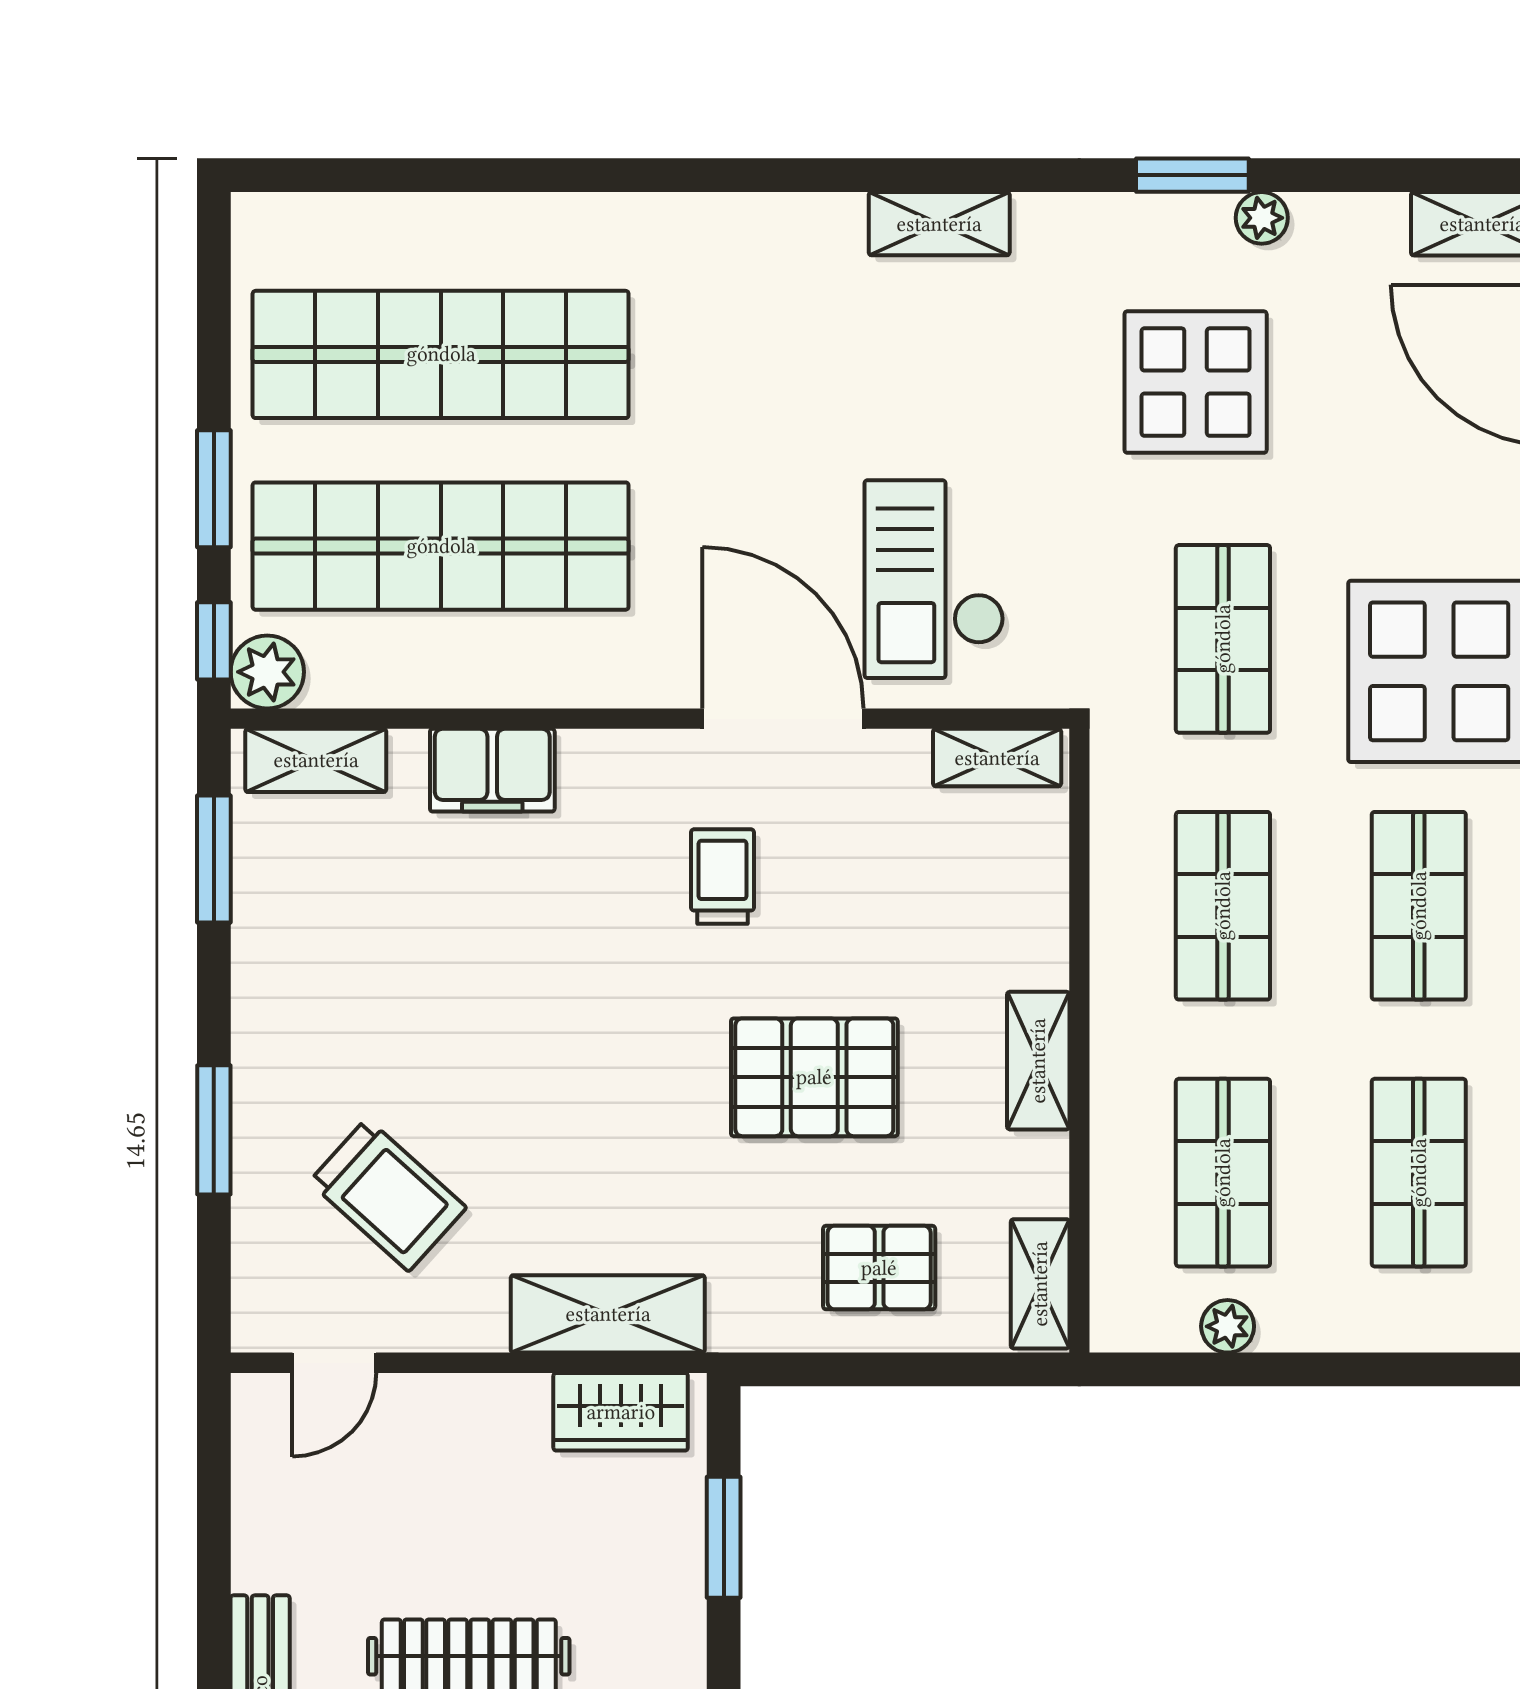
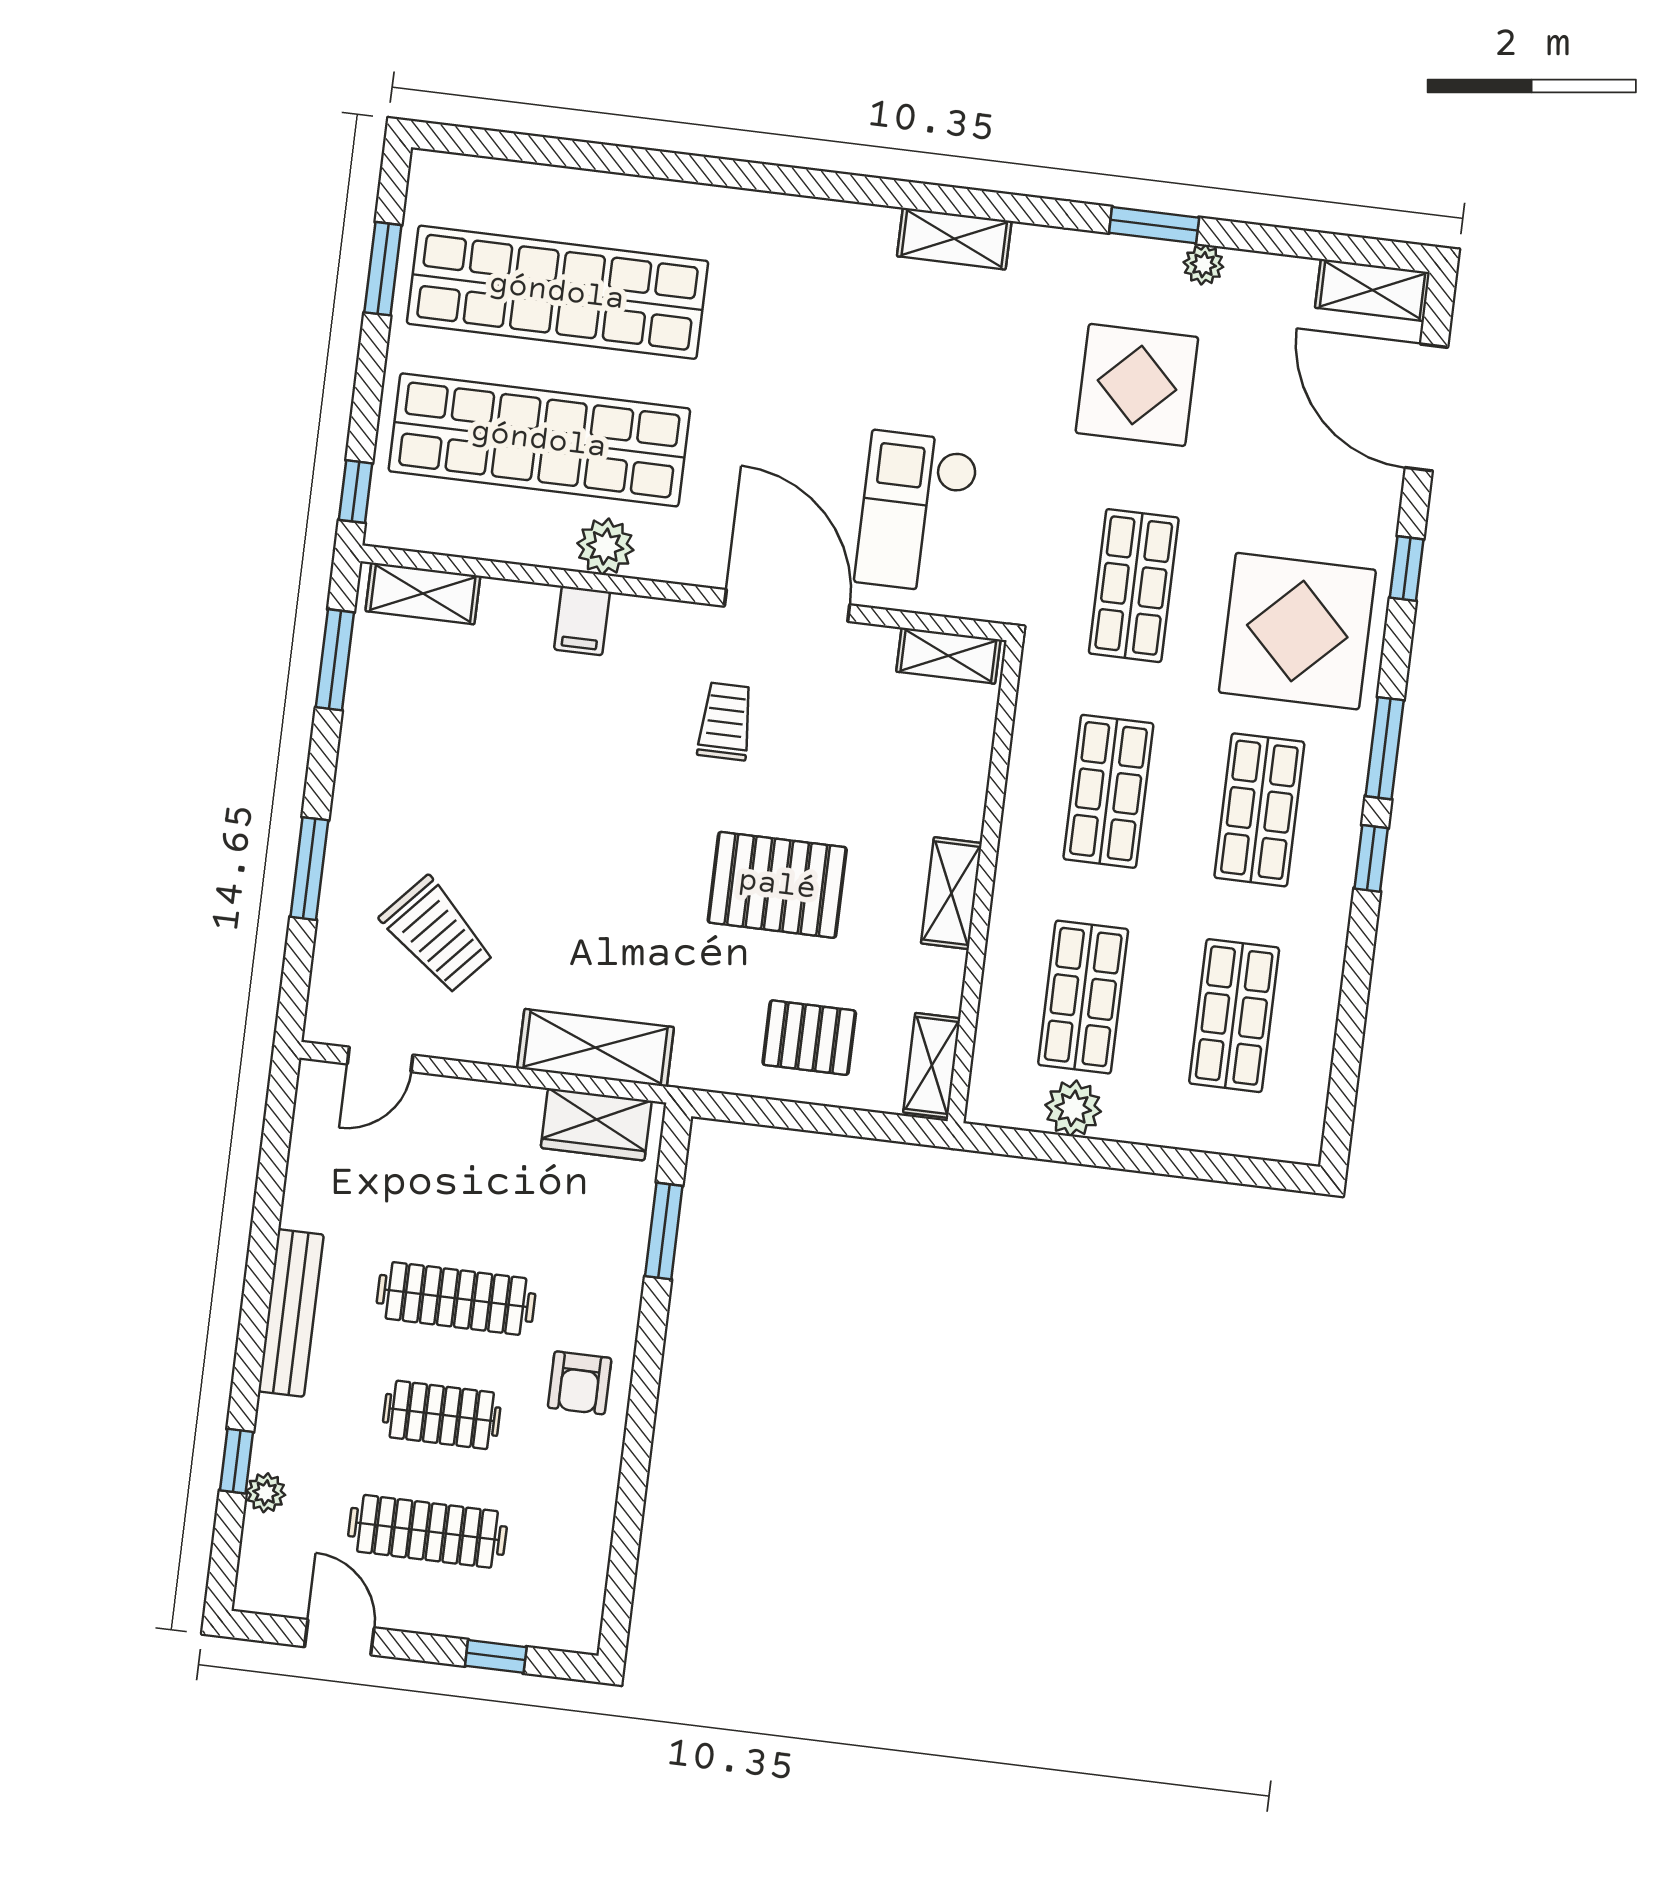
window: (214, 489) -> (383, 269), moved
plant: (267, 672) -> (605, 547), moved
filing cabinet: (492, 770) -> (582, 621), width x0.50
plant: (1228, 1326) -> (1073, 1108), width x1.38, depth x1.38

